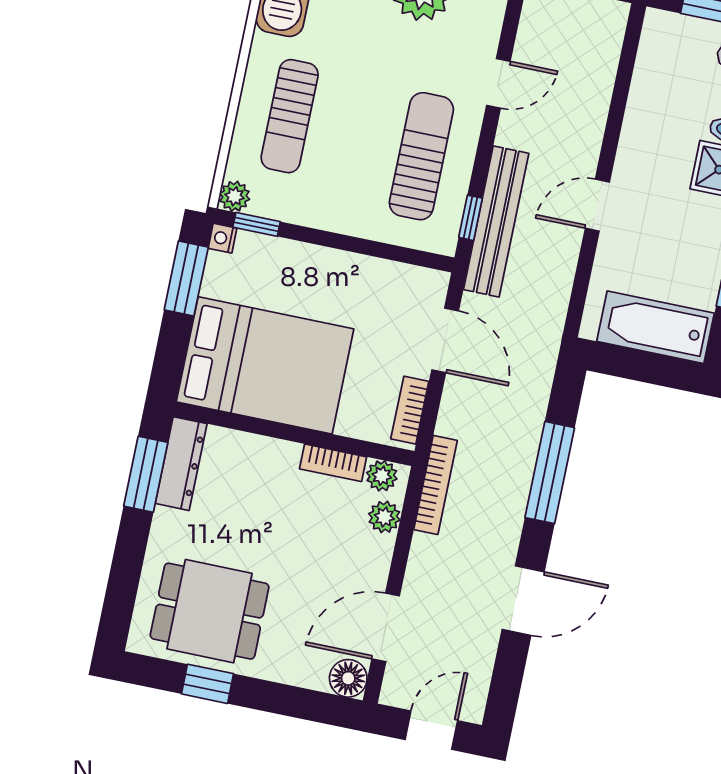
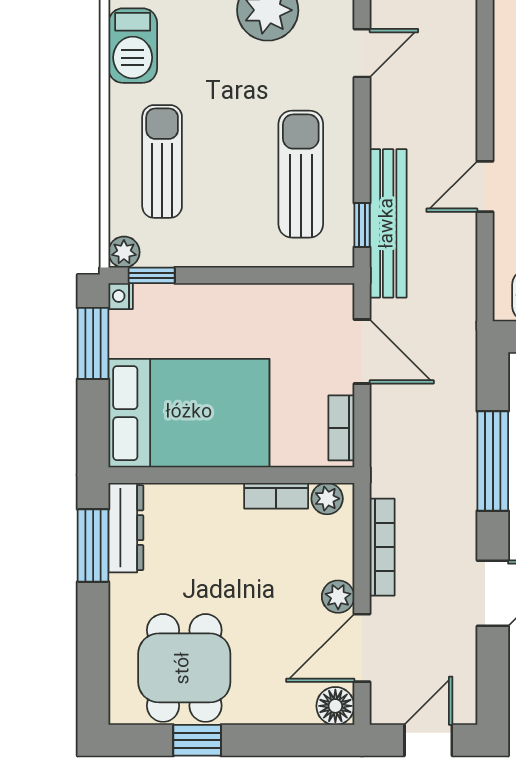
door: (498, 83) -> (362, 53), moved
sun lounger: (290, 116) -> (162, 161), turned 180
bookcase: (435, 485) -> (382, 547), moved
plant: (384, 517) -> (338, 597), moved
dining table: (210, 611) -> (184, 668), turned 90

